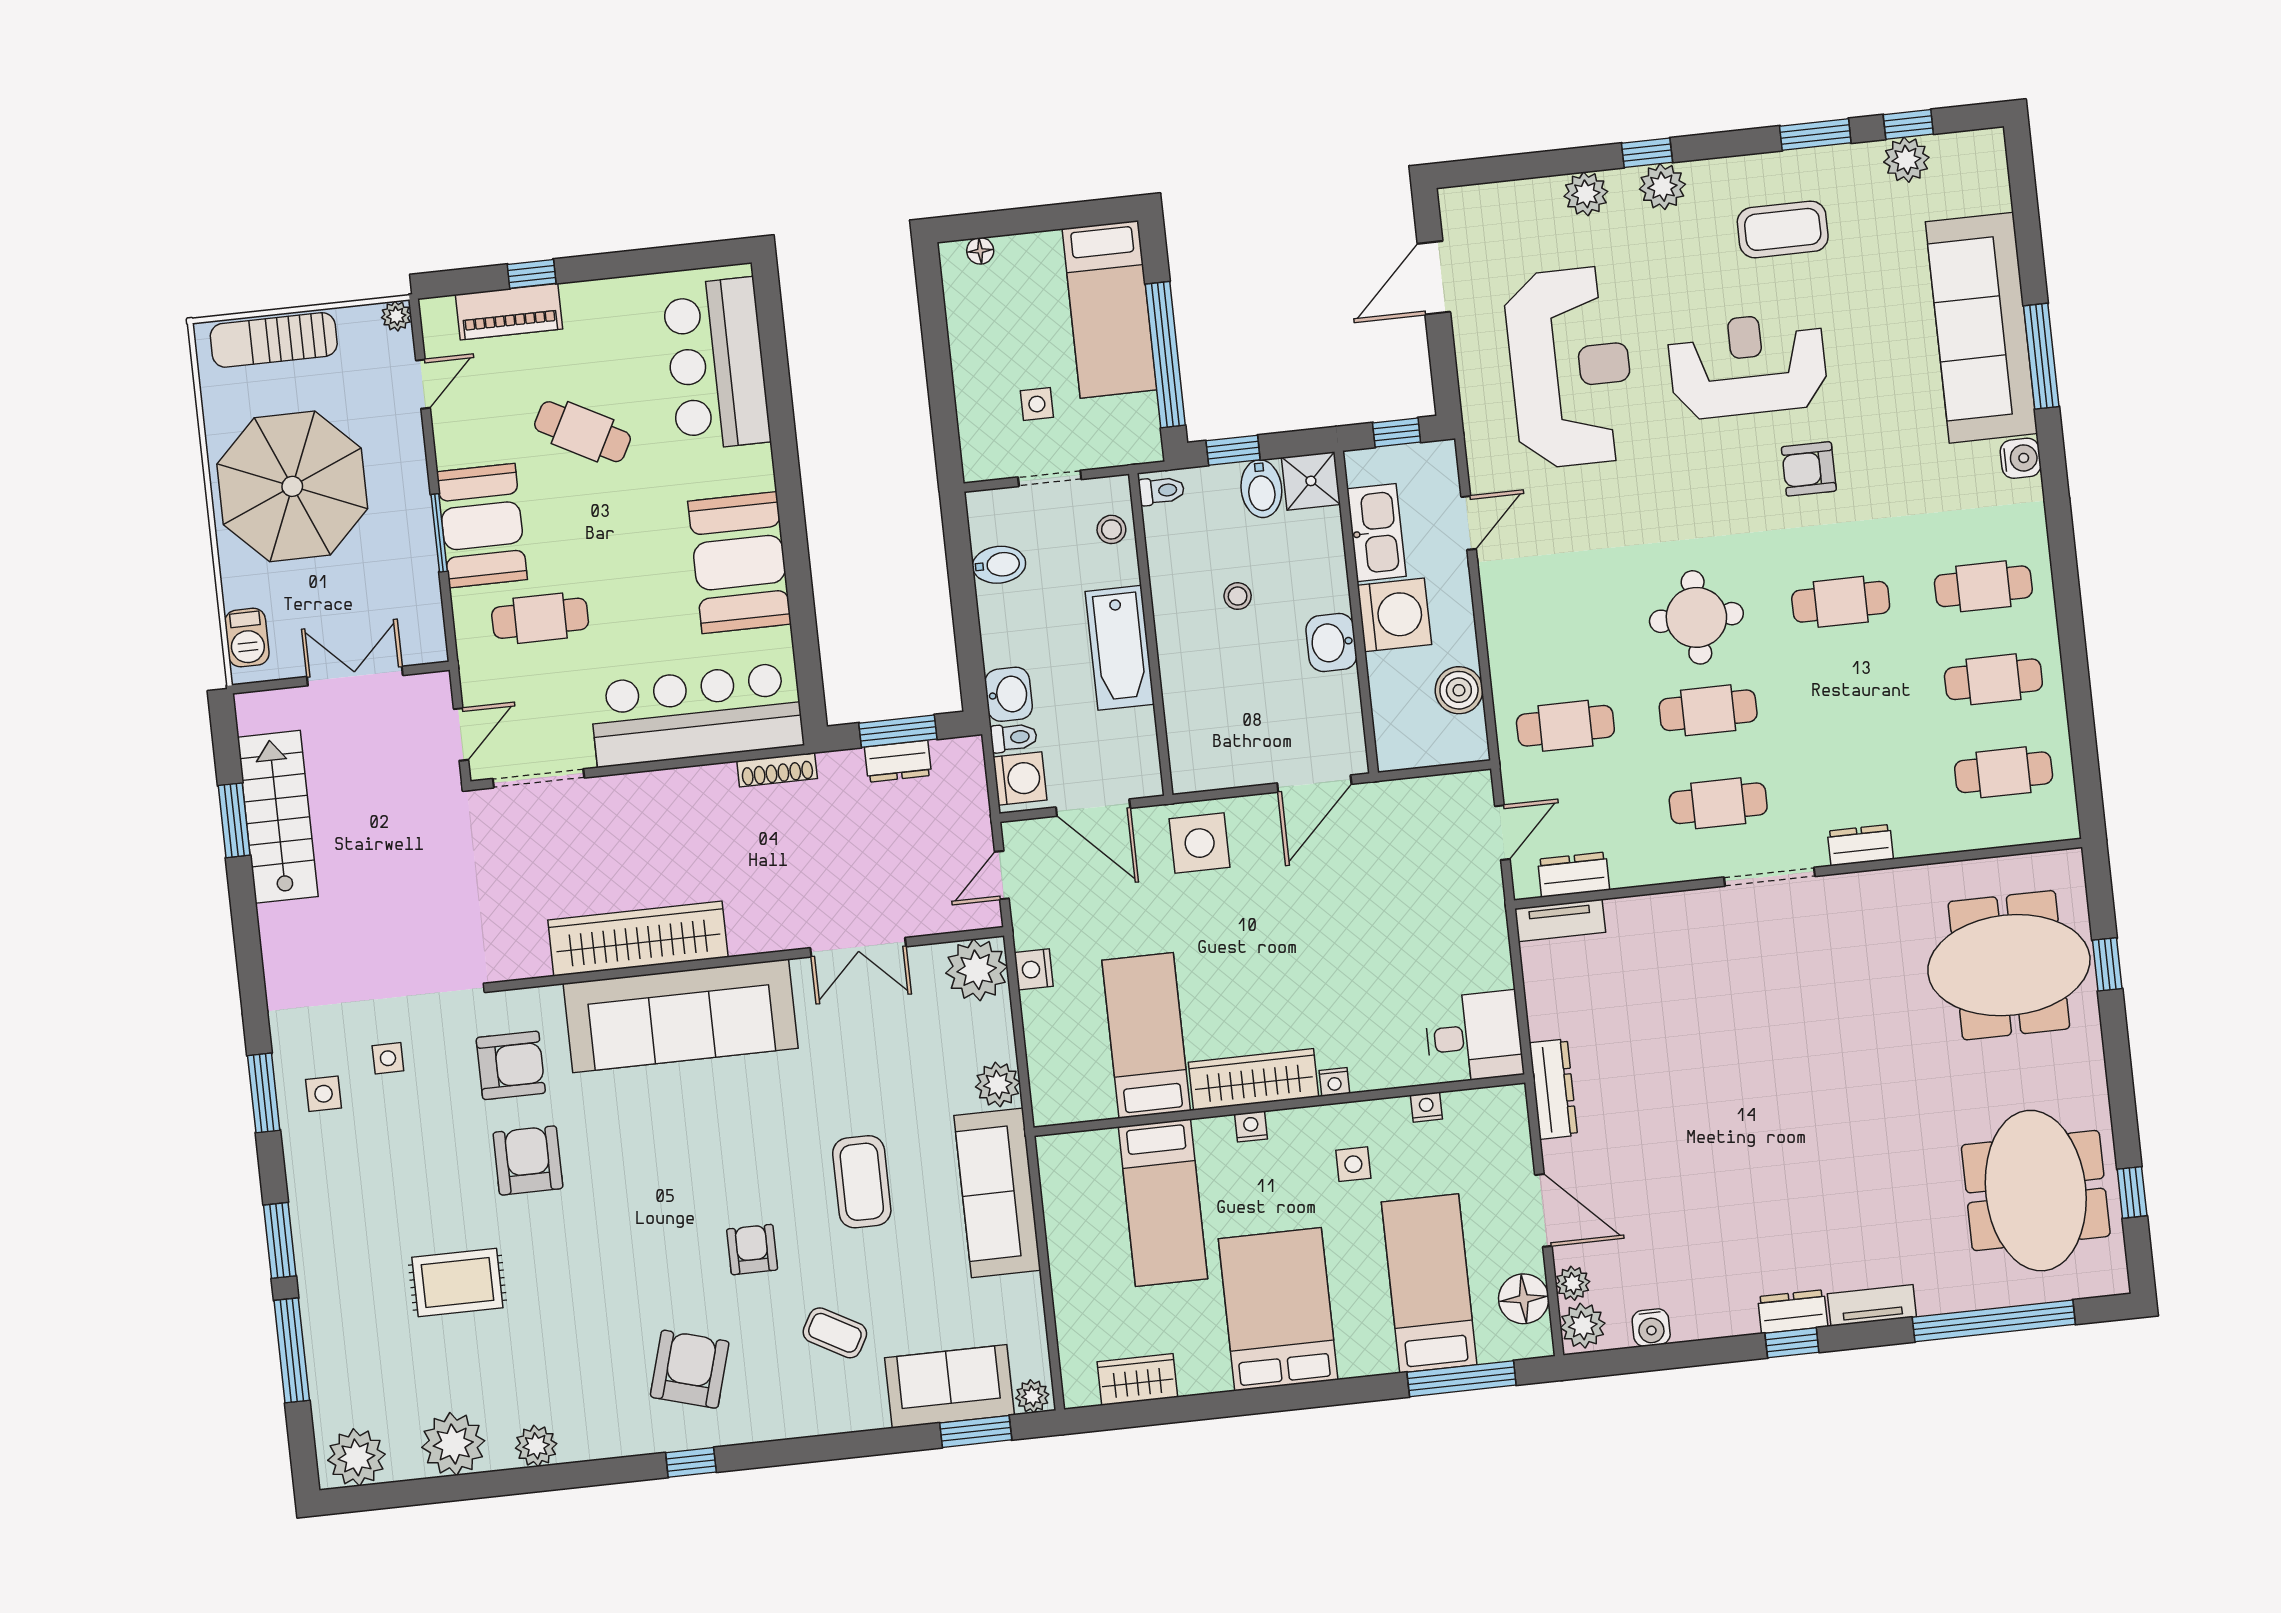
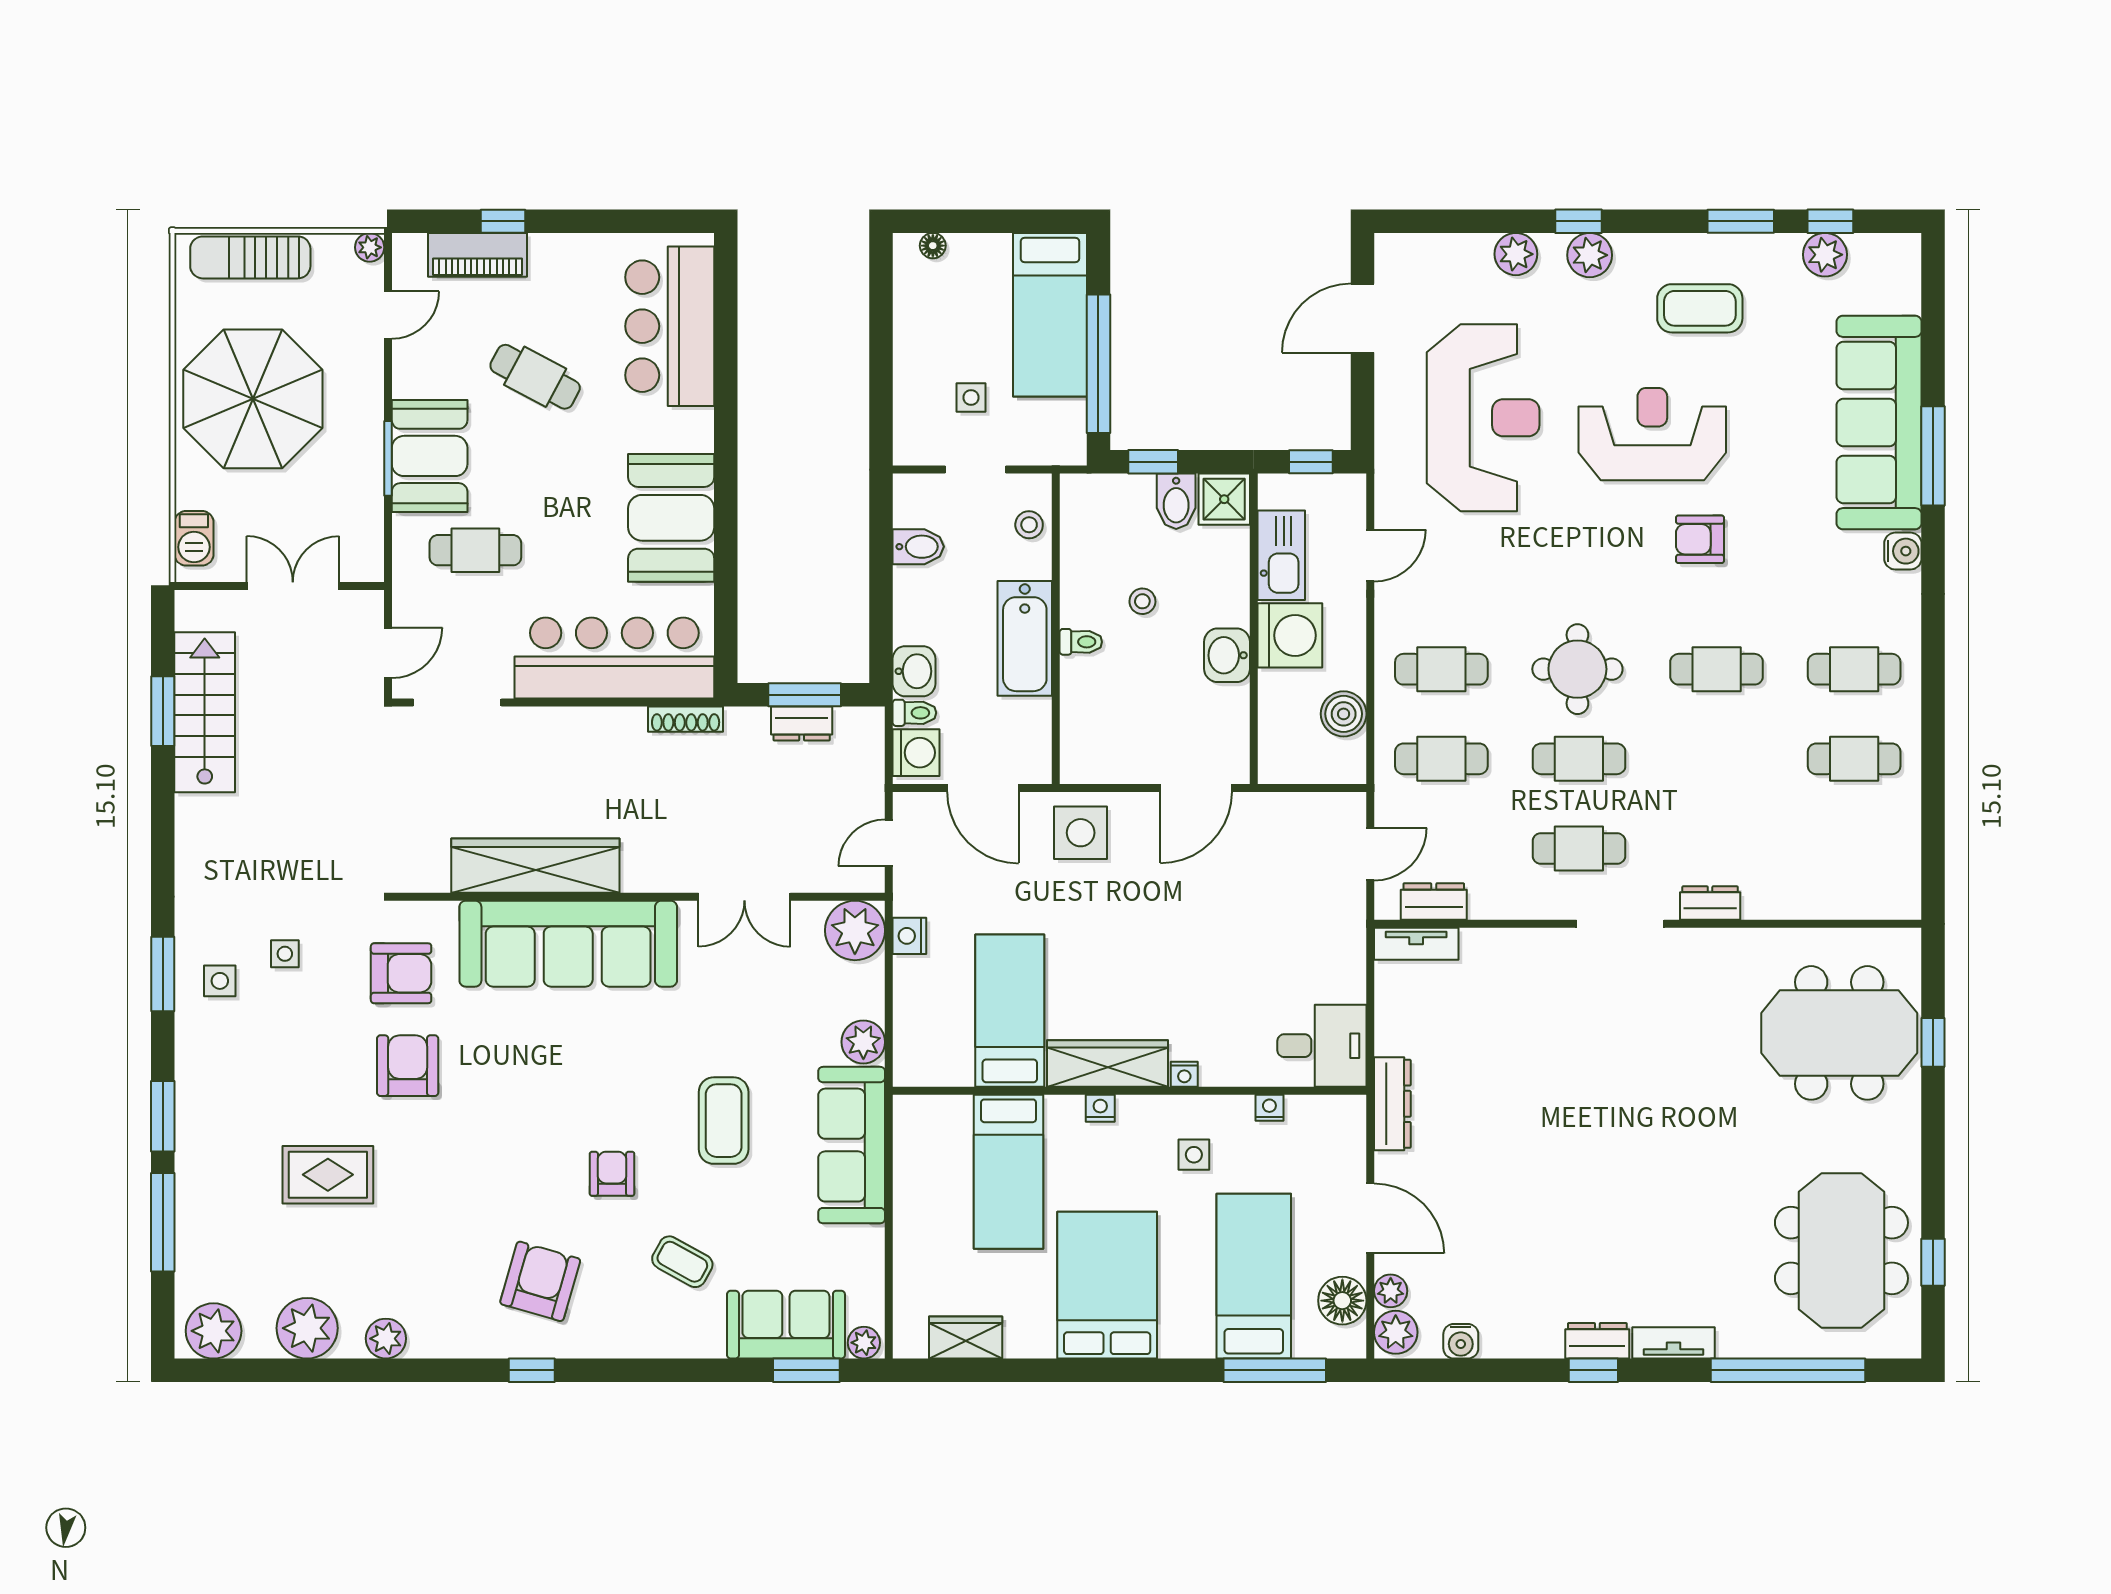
toilet: (1162, 491) -> (1081, 642), moved
cafe table: (2004, 772) -> (1441, 669), moved

